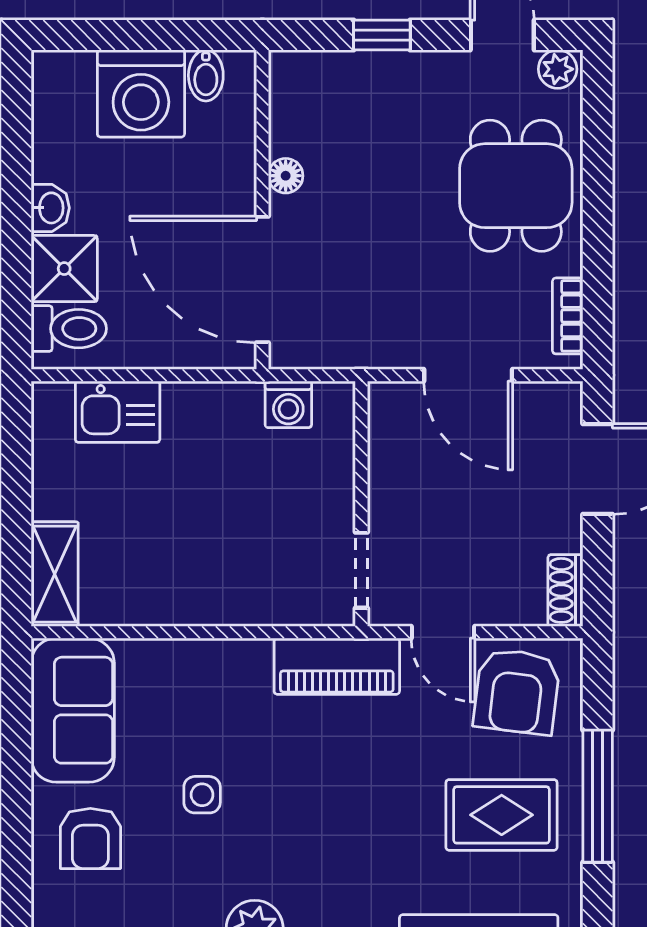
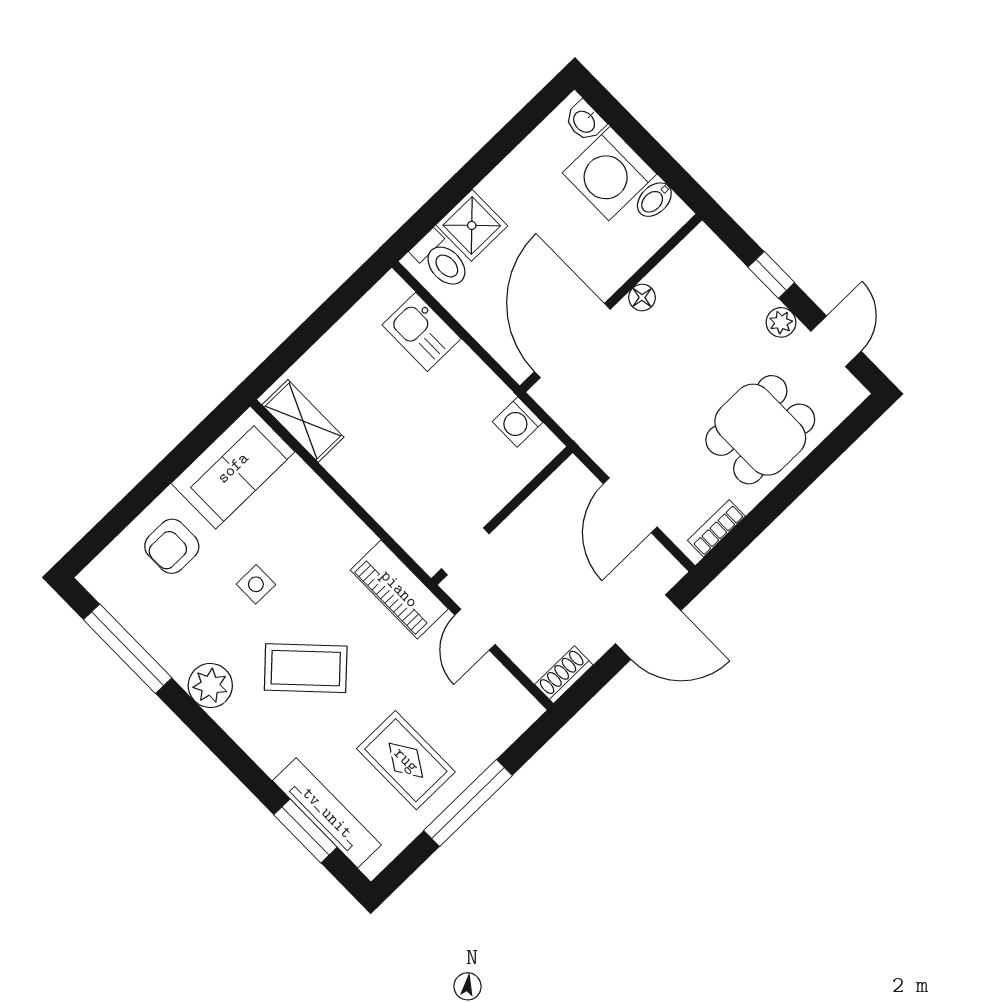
plant: (558, 69) -> (781, 322), moved
washbasin: (50, 208) -> (585, 121), moved, turned 90
shelving: (55, 574) -> (303, 421), moved, turned 90
armchair: (517, 691) -> (482, 702), removed
coffee table: (325, 825) -> (306, 668), added

